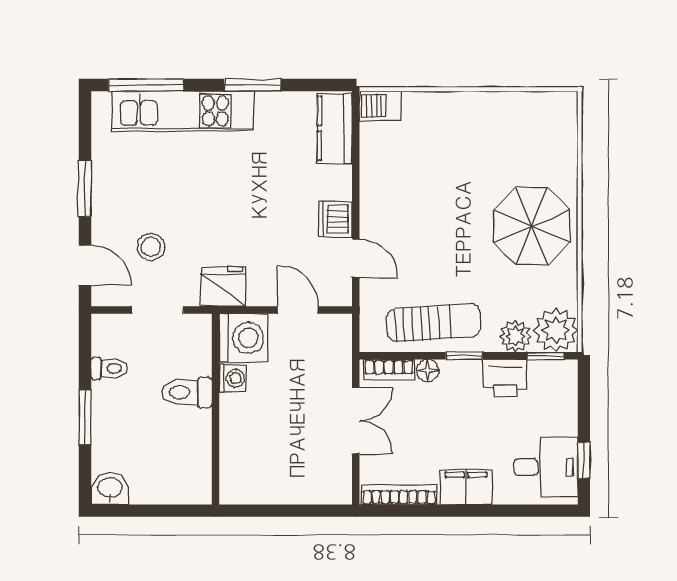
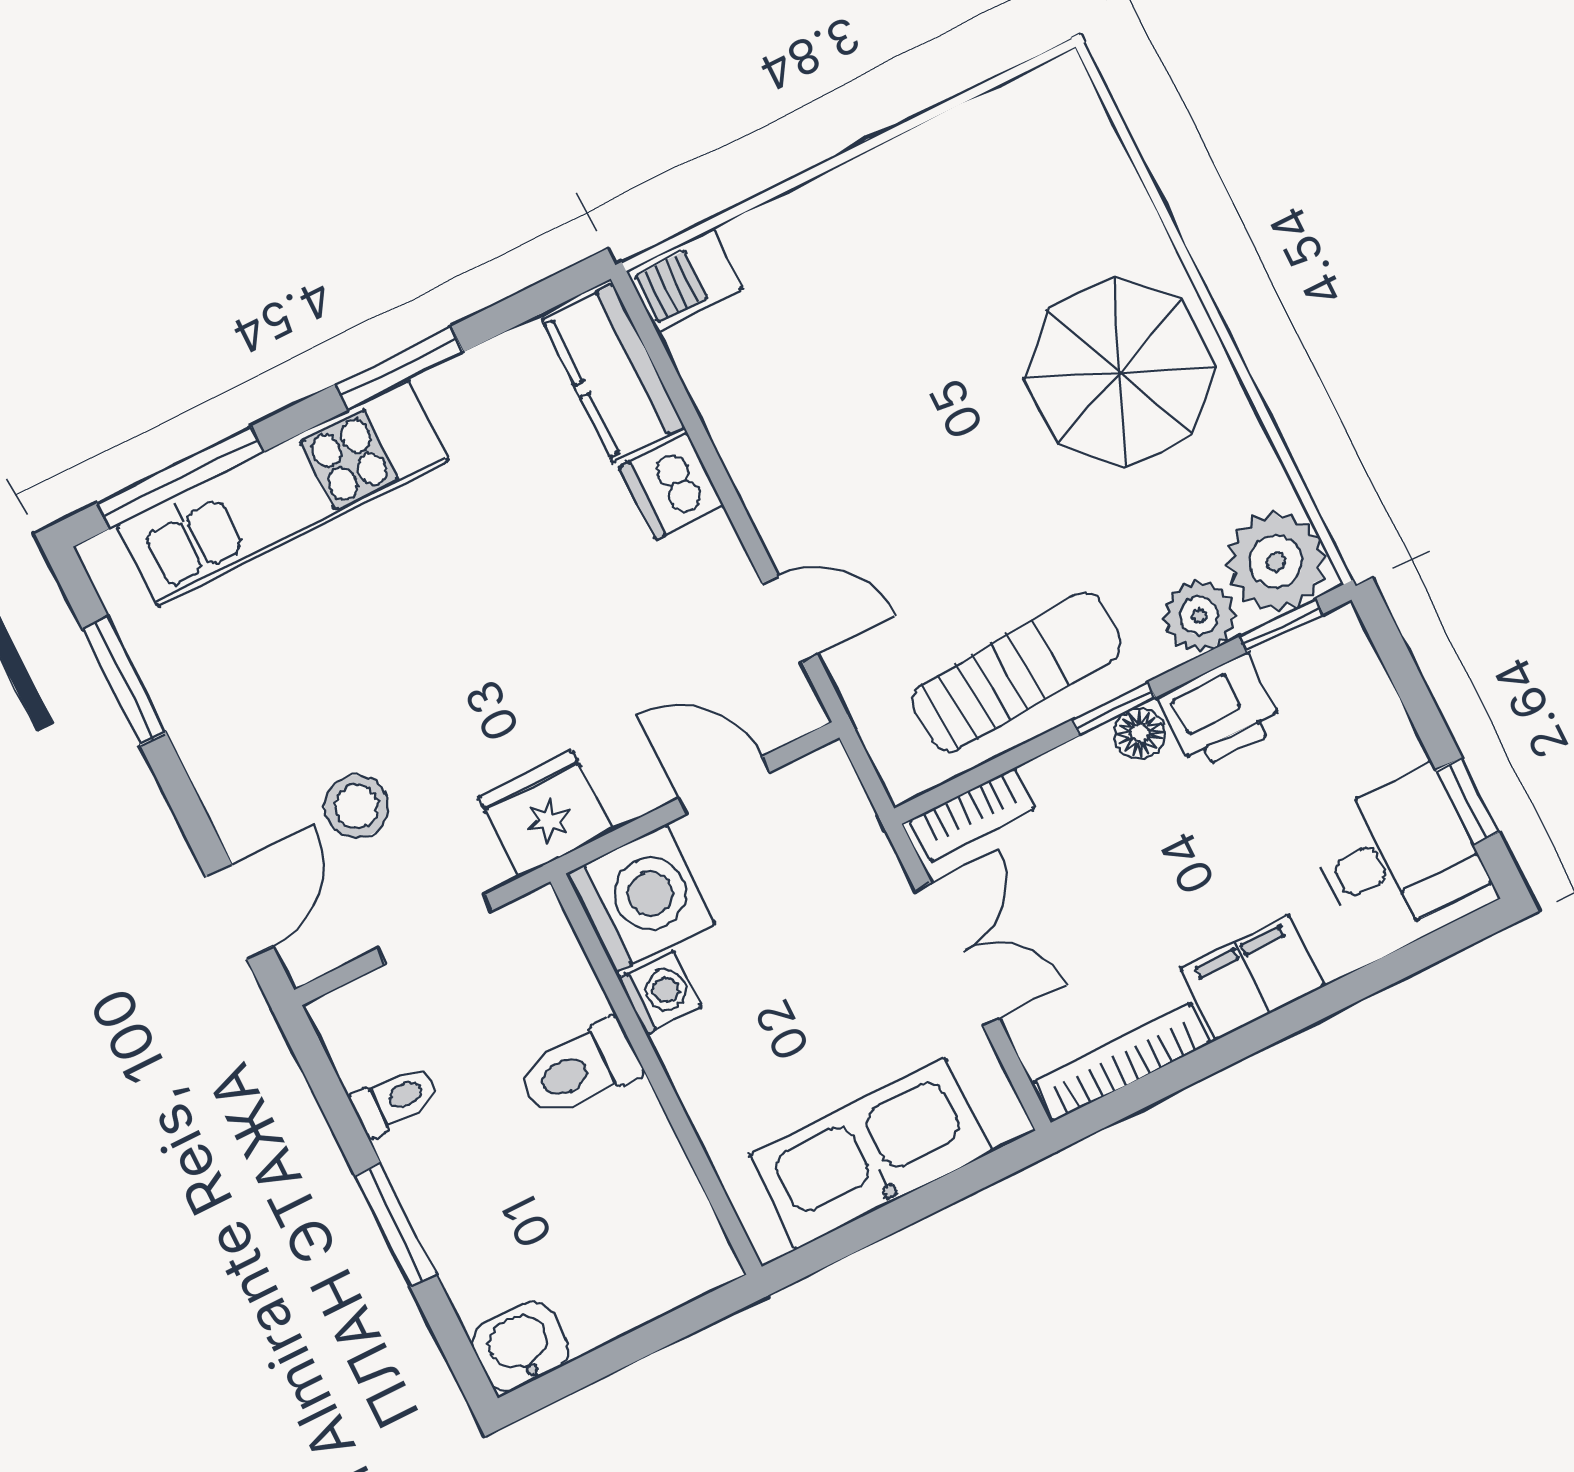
window: (85, 188) -> (124, 681), moved
dishwasher: (335, 219) -> (671, 486), moved
door: (85, 265) -> (239, 912), hinge flipped
floor lamp: (428, 370) -> (1140, 733), moved
kitchen sink: (284, 482) -> (871, 1154), added

